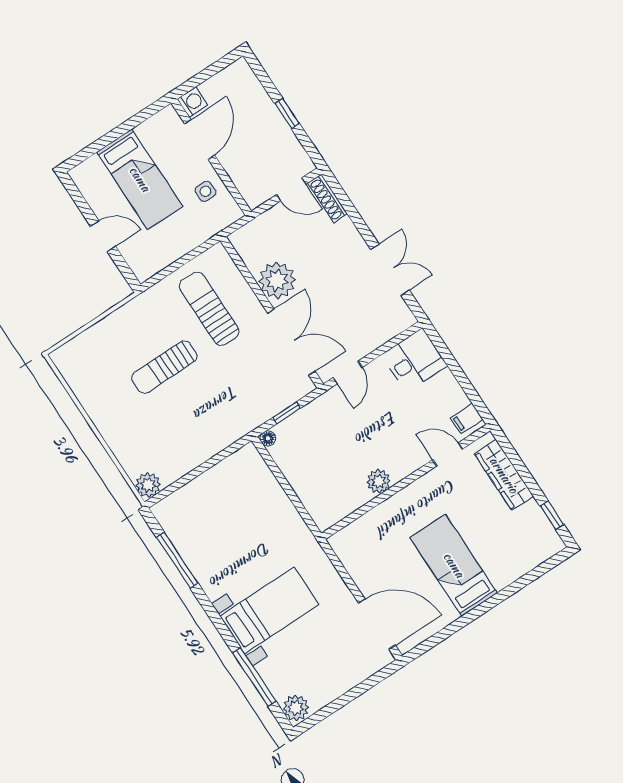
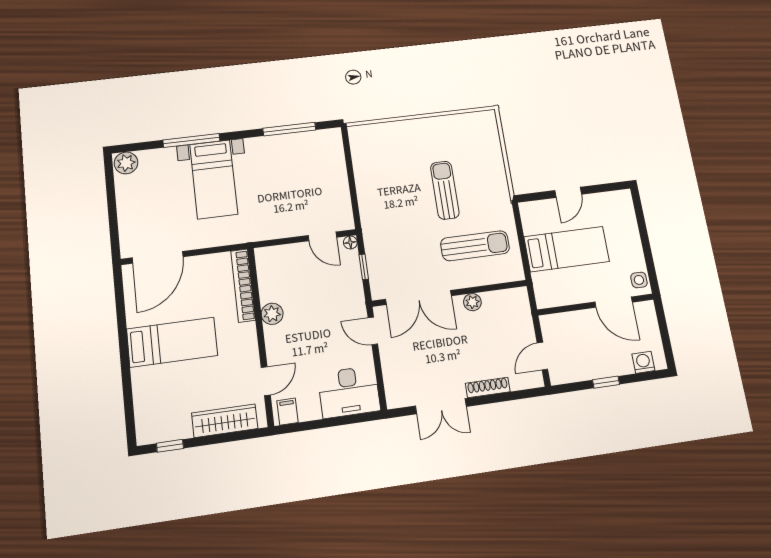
washing machine: (192, 102) -> (643, 362), moved, turned 180
bed: (140, 179) -> (567, 249), moved, turned 180
side table: (205, 191) -> (639, 280), moved
shoe rack: (328, 198) -> (488, 387), moved
plant: (277, 280) -> (472, 302), width x0.53, depth x0.53
desk: (414, 360) -> (349, 392), width x1.37
door: (275, 470) -> (322, 236), added
plant: (148, 485) -> (359, 135), removed
bookcase: (364, 525) -> (243, 285), added
window: (254, 677) -> (191, 140), moved

